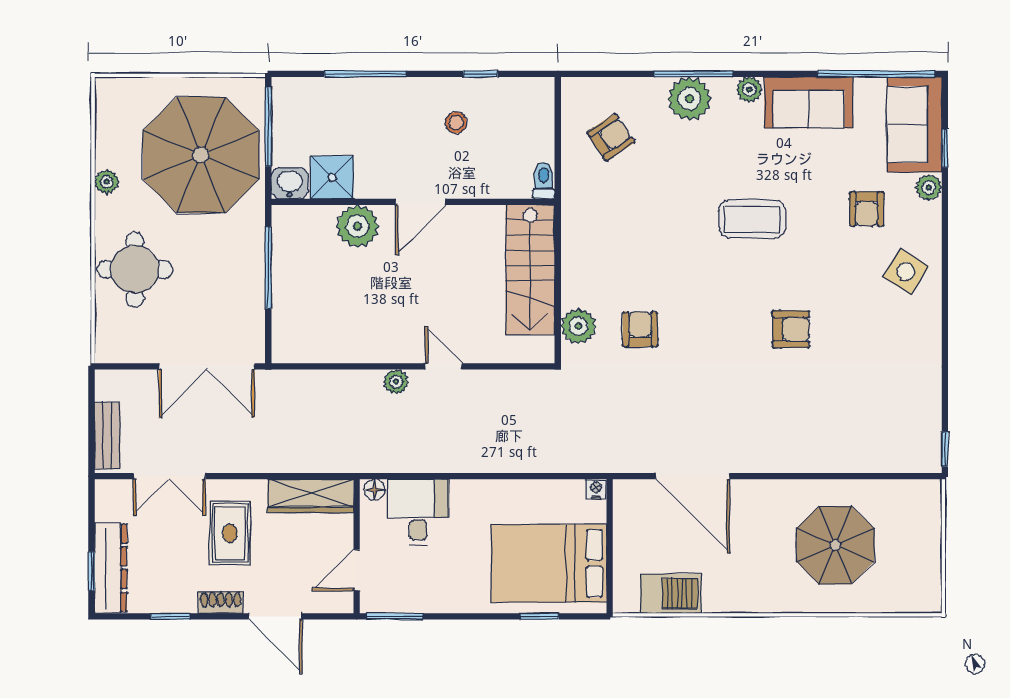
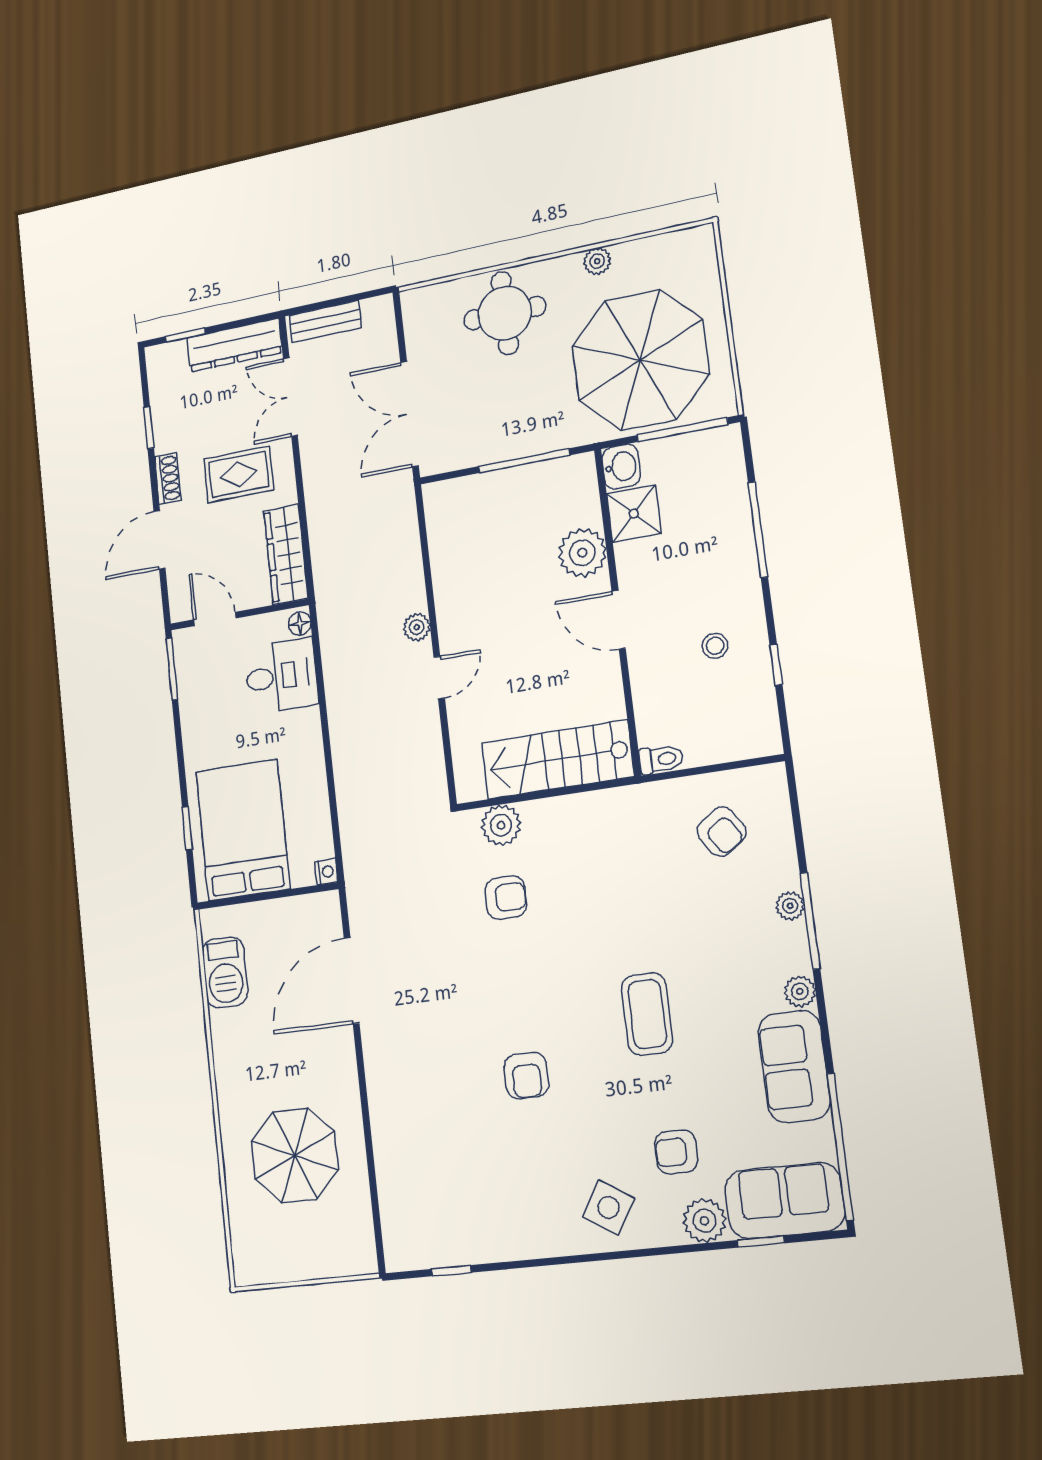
plant: (689, 99) -> (790, 906), width x0.53, depth x0.53
plant: (929, 187) -> (704, 1221), width x1.38, depth x1.38
window: (945, 449) -> (451, 1271), moved
dresser: (111, 568) -> (234, 345), moved

